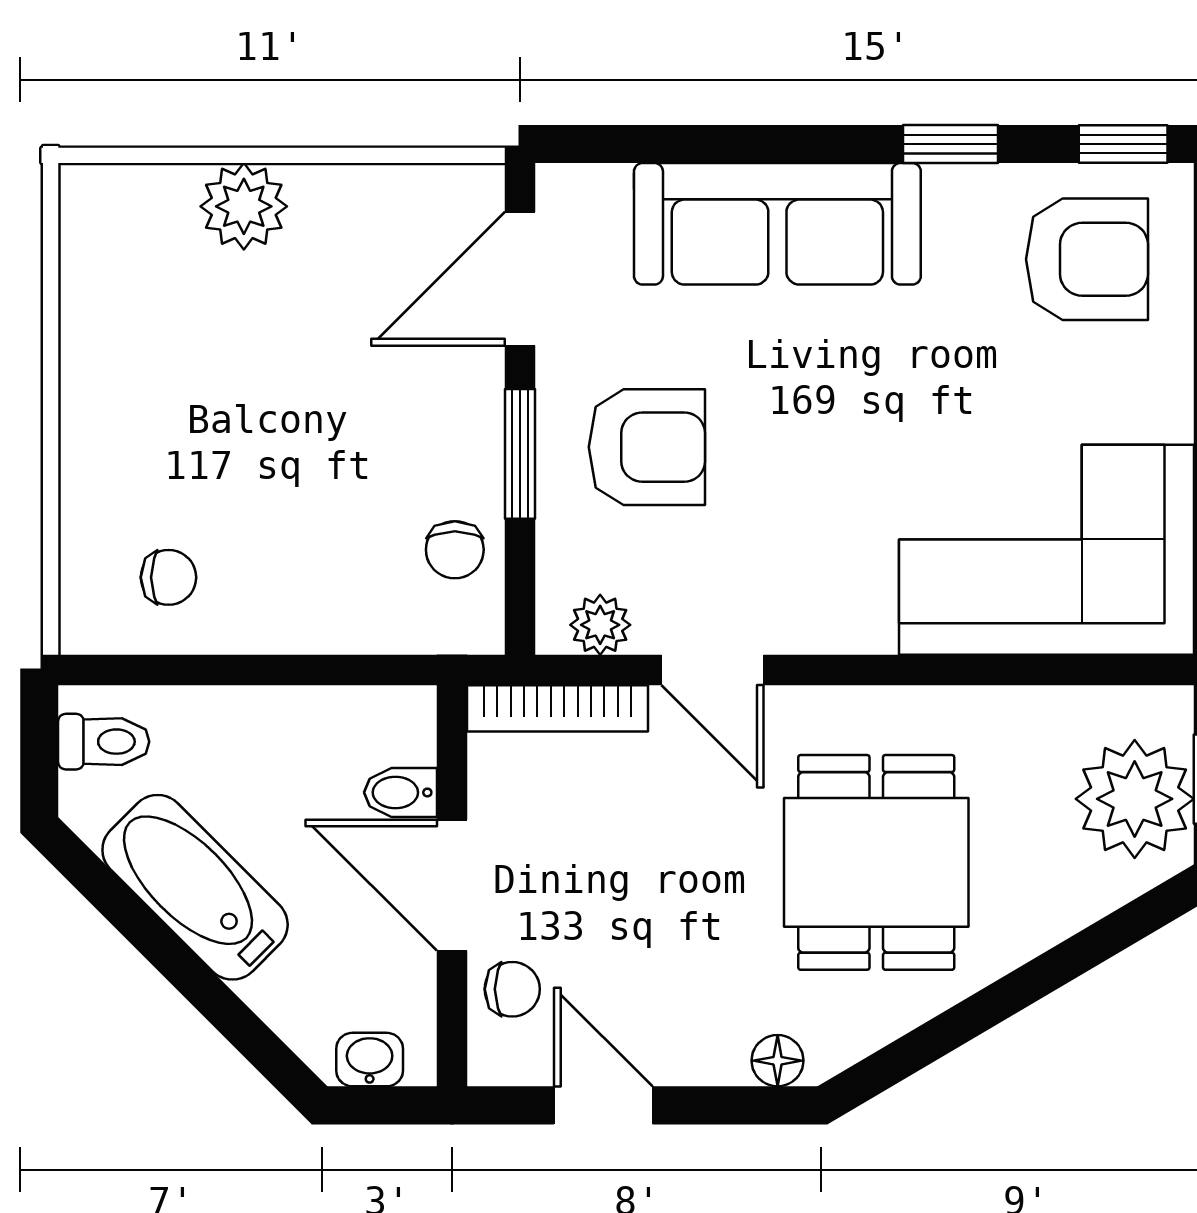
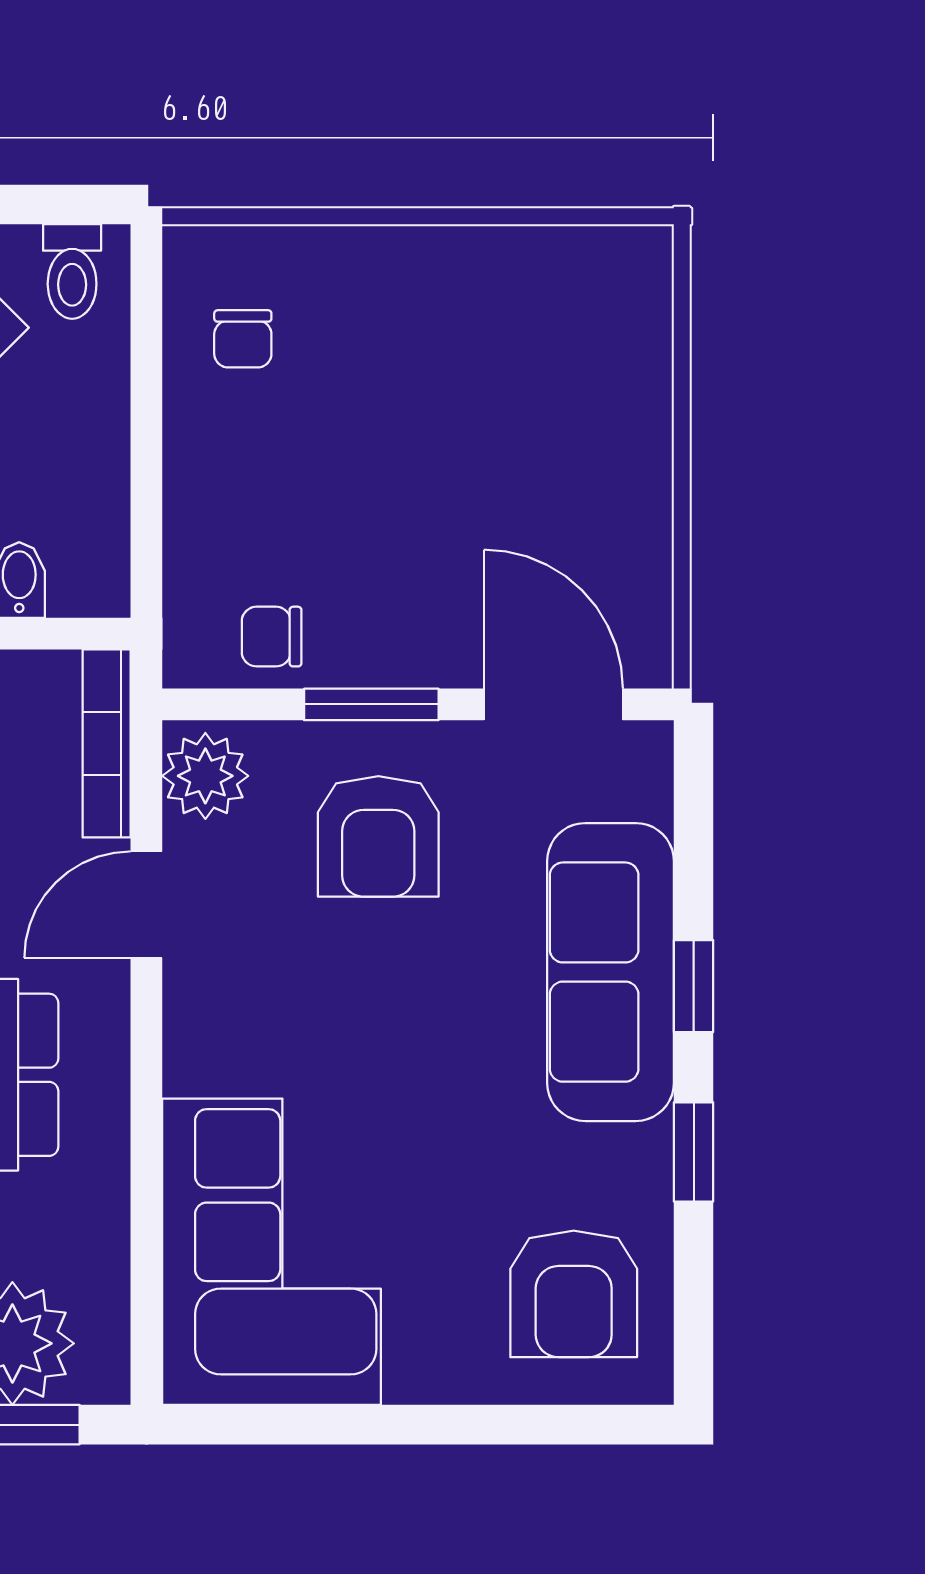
window: (1123, 144) -> (694, 986), moved
plant: (244, 206) -> (629, 417), removed
plant: (600, 625) -> (205, 776), width x1.38, depth x1.38

